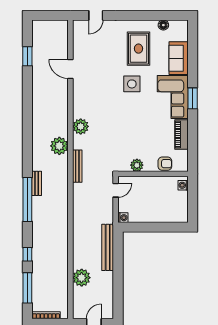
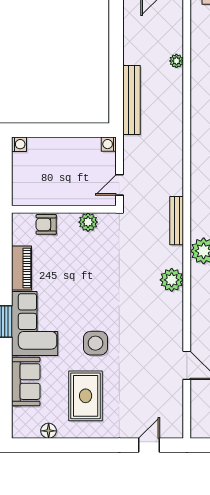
washing machine: (183, 185) -> (19, 144), moved
plant: (82, 278) -> (176, 61), width x0.53, depth x0.53

